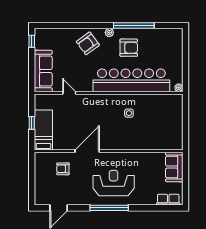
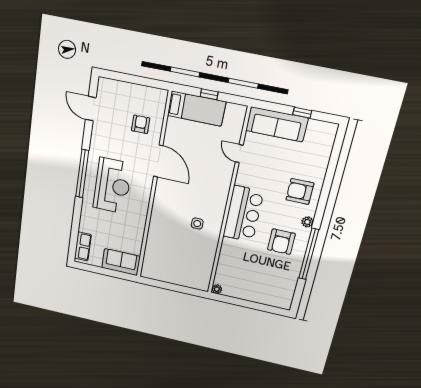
window: (32, 41) -> (302, 113), moved
armchair: (88, 43) -> (300, 191), turned -54
bar counter: (131, 80) -> (243, 214), width x0.54
door: (69, 93) -> (239, 154), swing flipped

